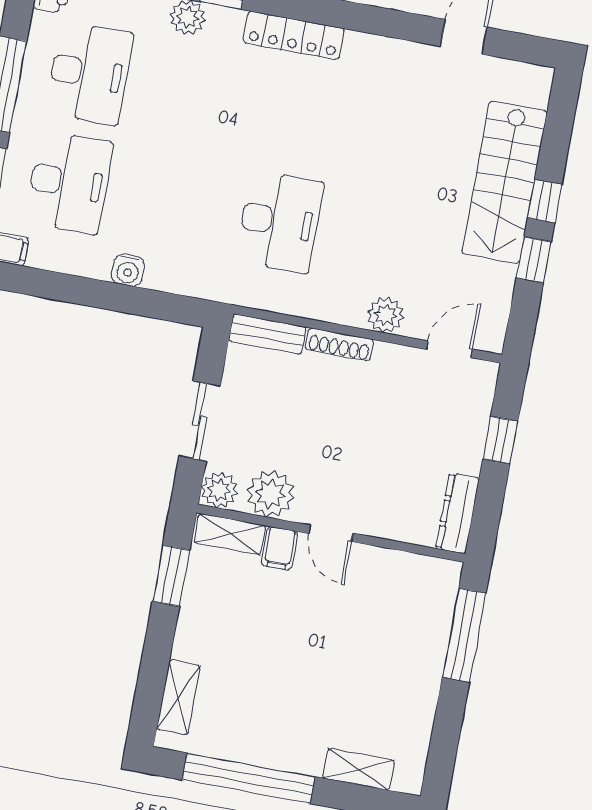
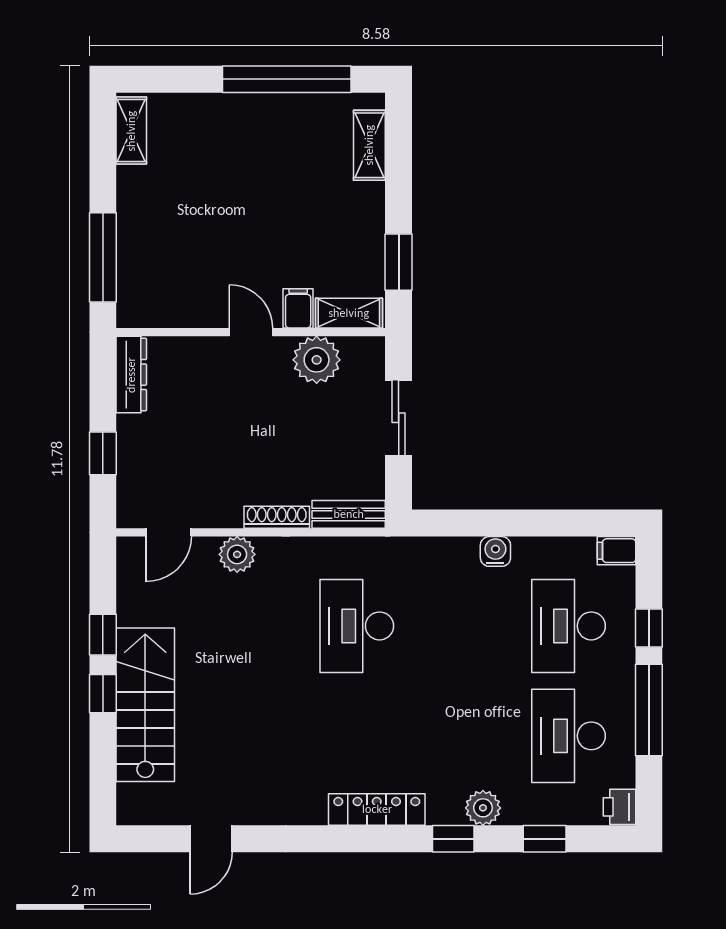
plant: (219, 490) -> (367, 354), removed
shelving: (359, 769) -> (131, 131), moved, turned 90

